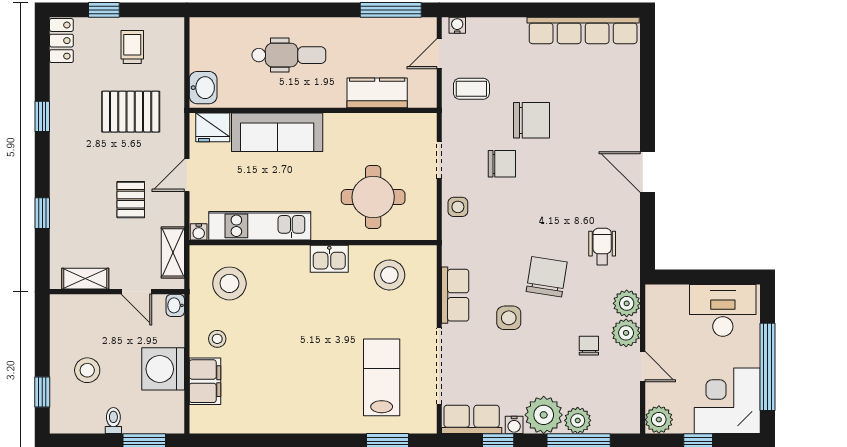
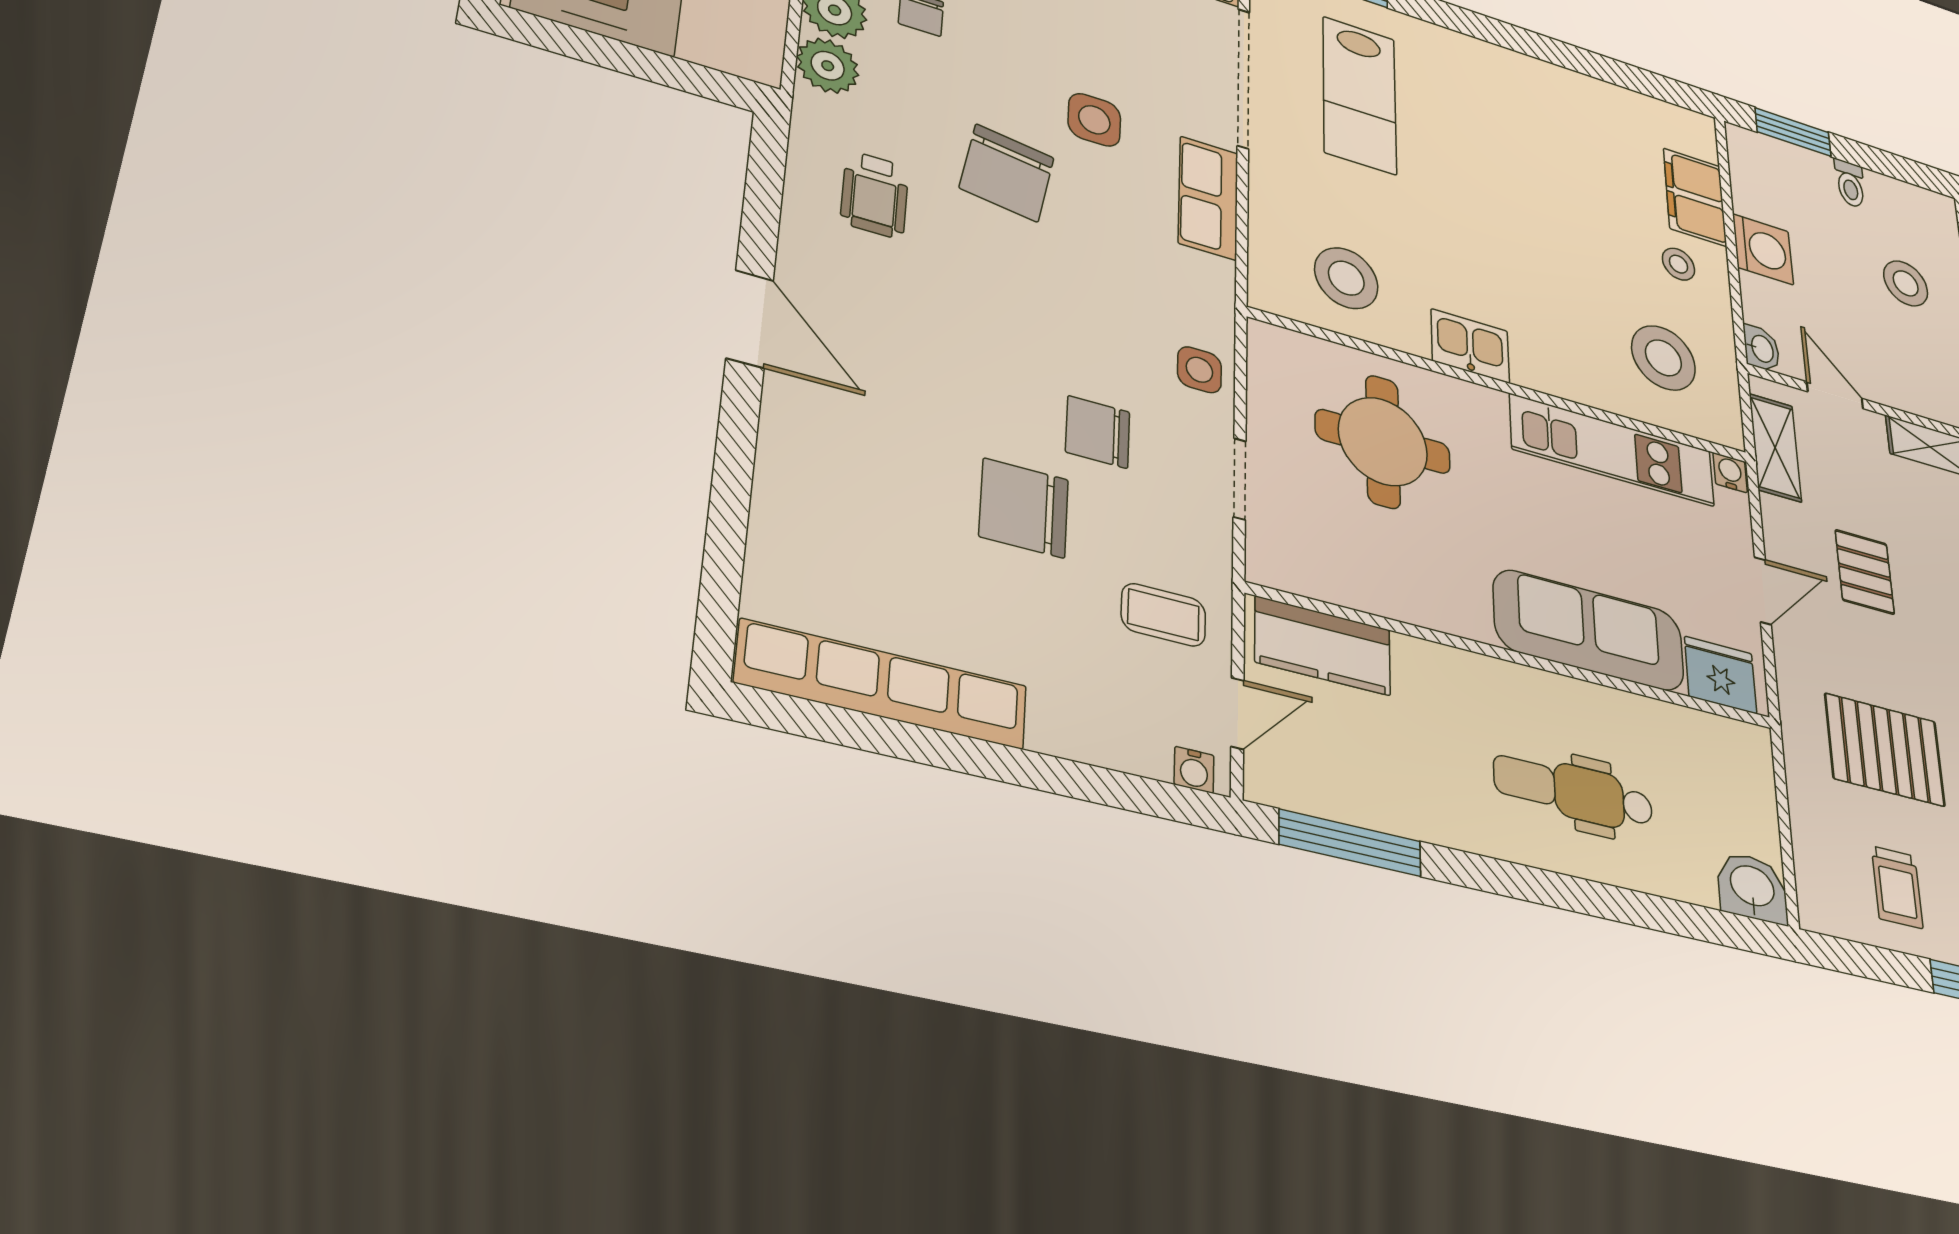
washbasin: (203, 88) -> (1752, 888), moved, turned 90
kitchen counter: (377, 93) -> (1323, 646), moved
washing machine: (163, 369) -> (1763, 249), width x0.73, depth x0.73

